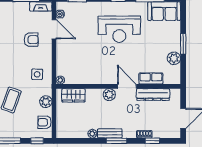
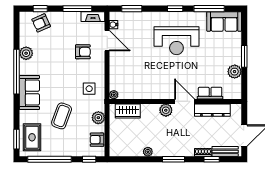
bench: (110, 133) -> (225, 151), moved

